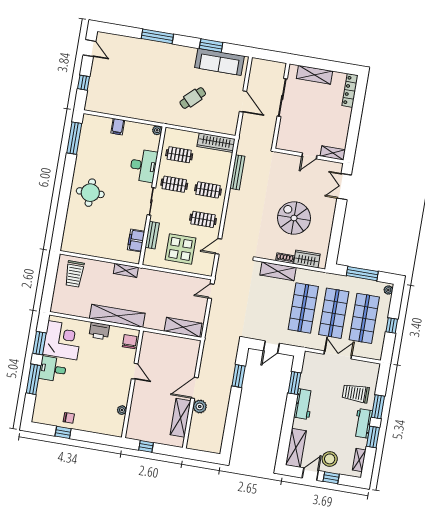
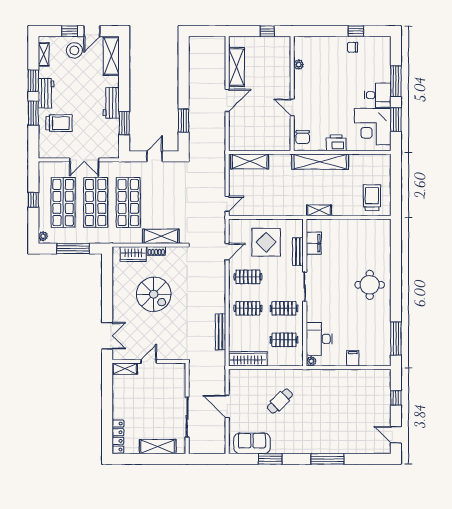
sofa: (220, 62) -> (252, 443), width x0.73
desk: (143, 166) -> (319, 339), moved
plant: (200, 406) -> (218, 82), removed

